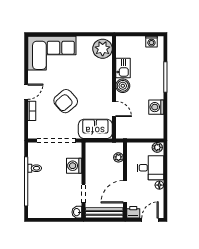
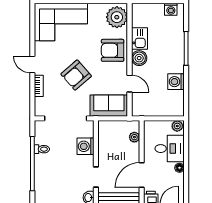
armchair: (99, 79) -> (113, 50), added
door: (26, 92) -> (32, 65), swing flipped

